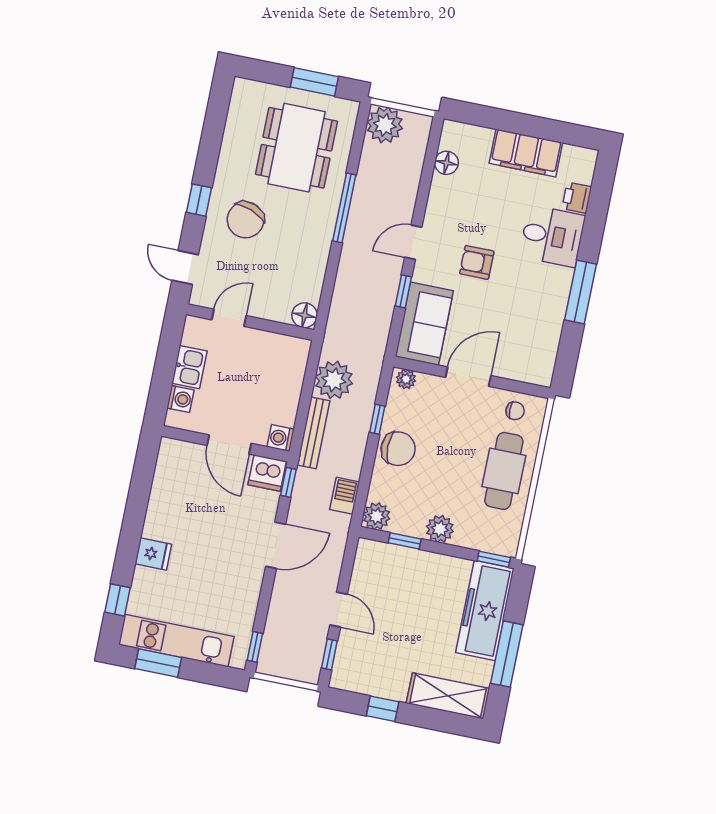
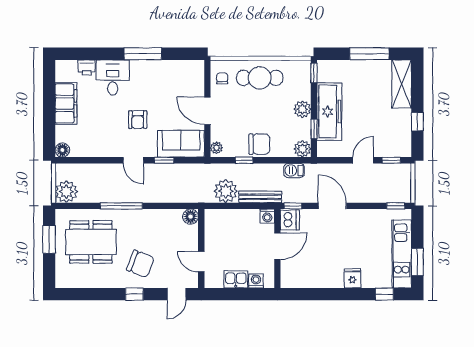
floor lamp: (446, 163) -> (62, 150), moved
chair: (398, 449) -> (259, 144), turned 90
freezer: (485, 611) -> (329, 112), moved, turned -90

